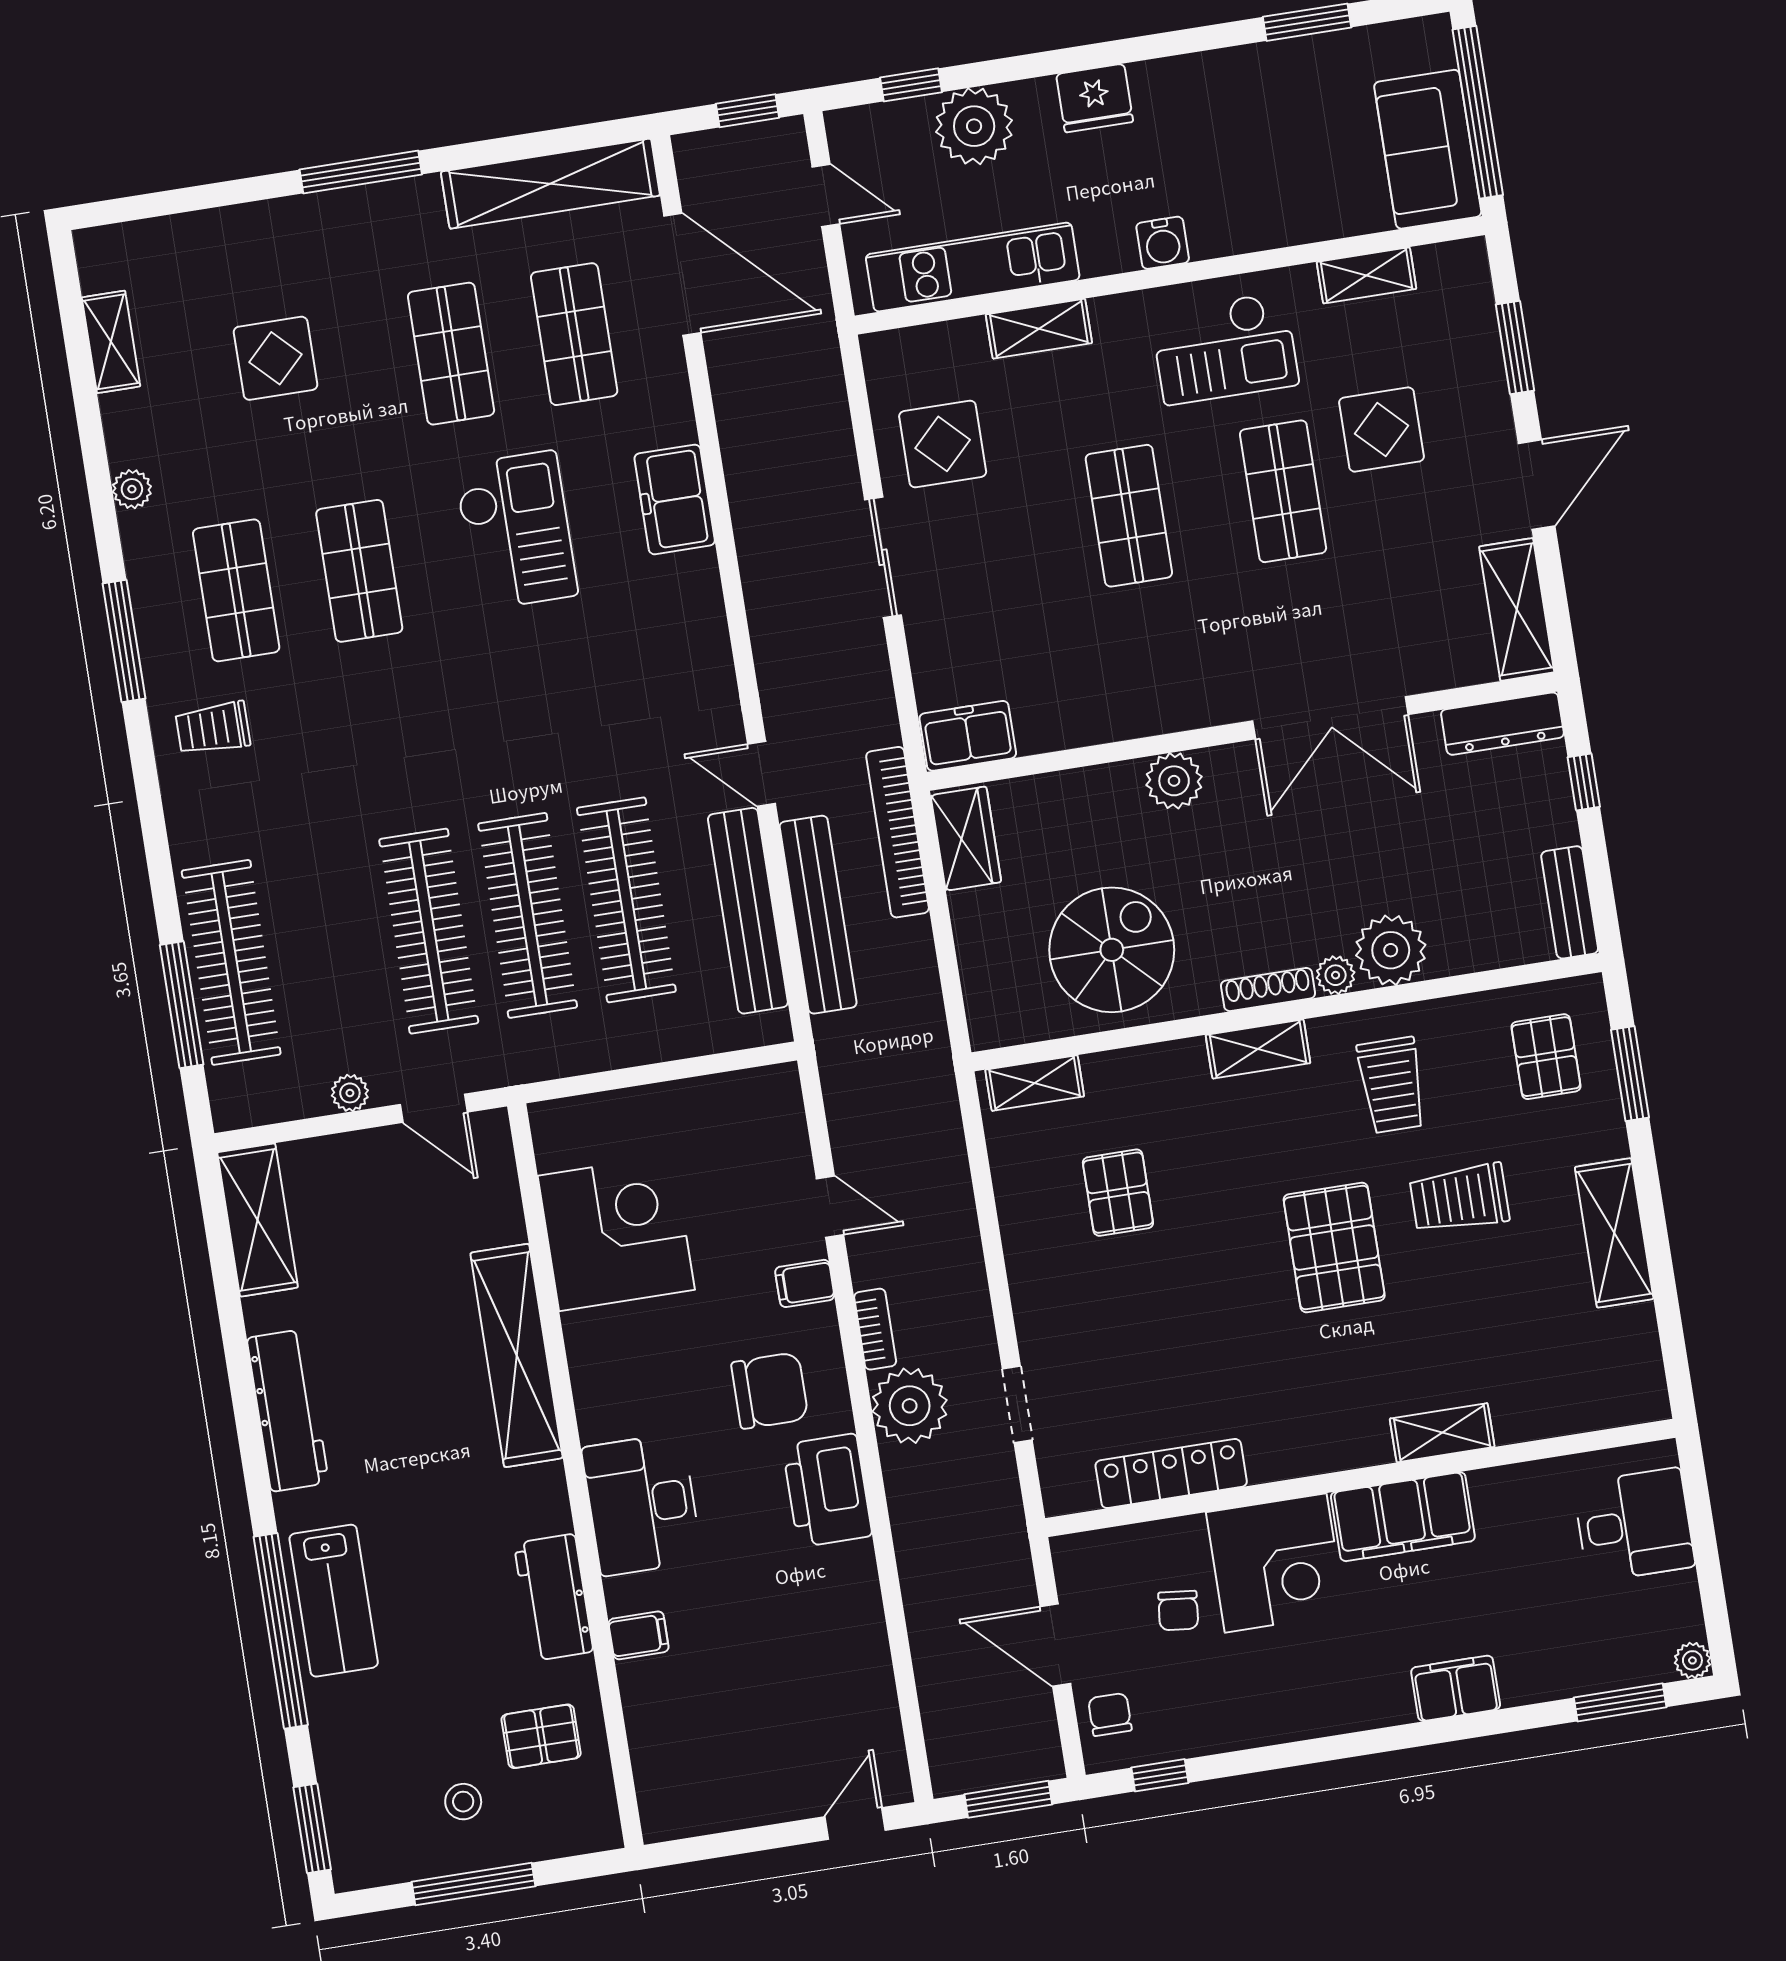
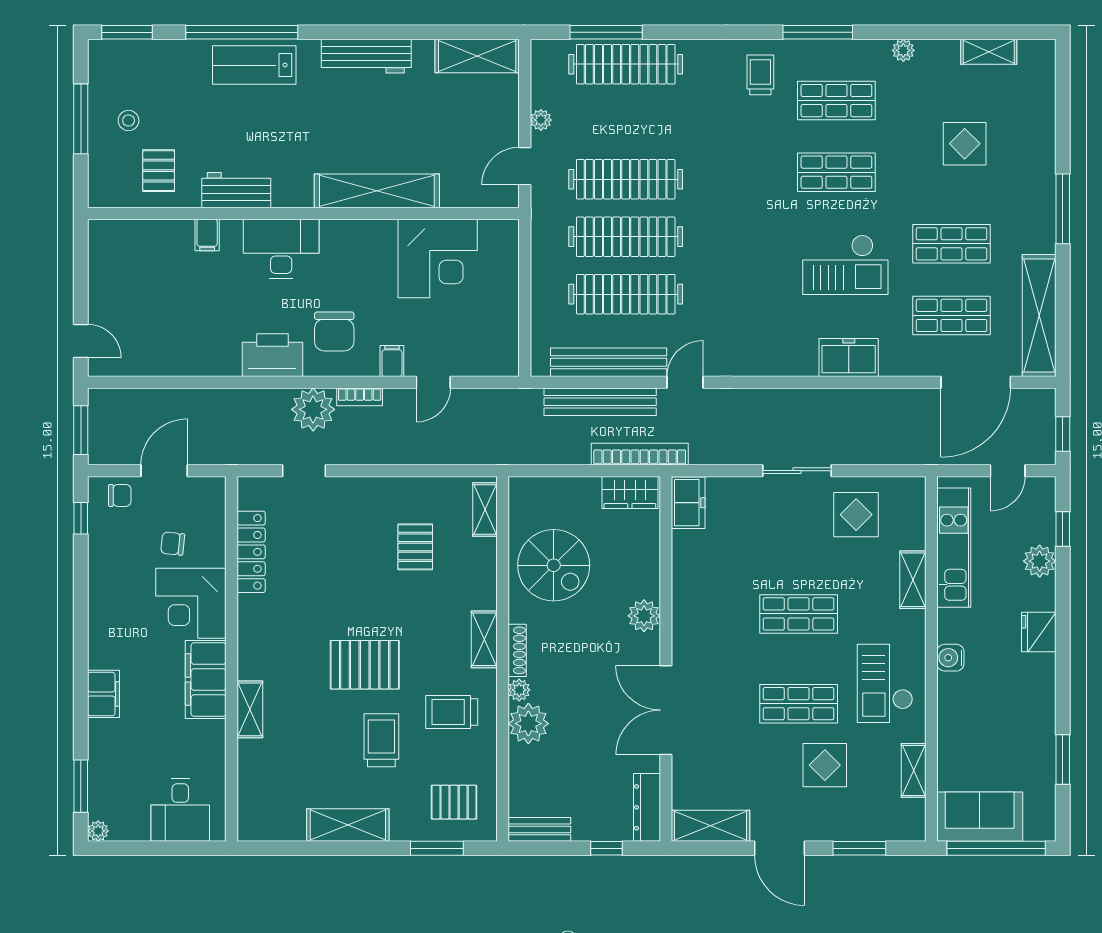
plant: (974, 126) -> (1040, 561), width x0.73, depth x0.73
pallet: (1118, 1193) -> (415, 547), turned 90

